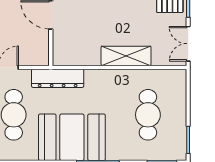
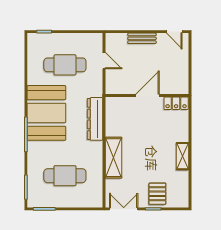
dresser: (58, 78) -> (95, 119), moved

